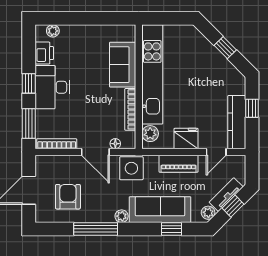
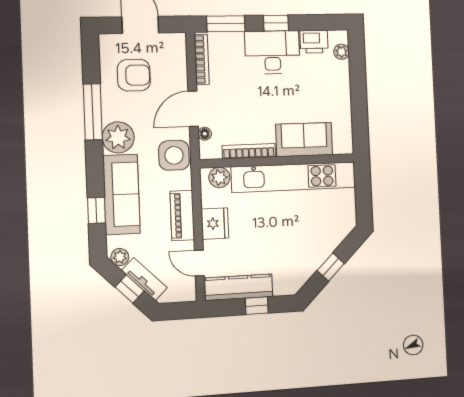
plant: (122, 216) -> (118, 137), width x1.87, depth x1.87

